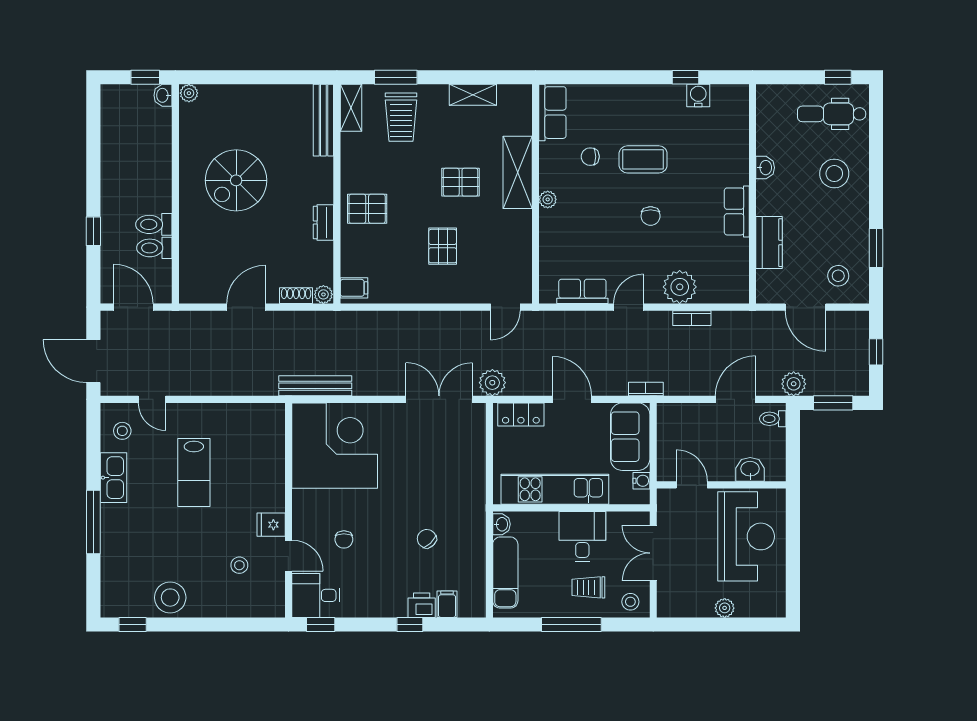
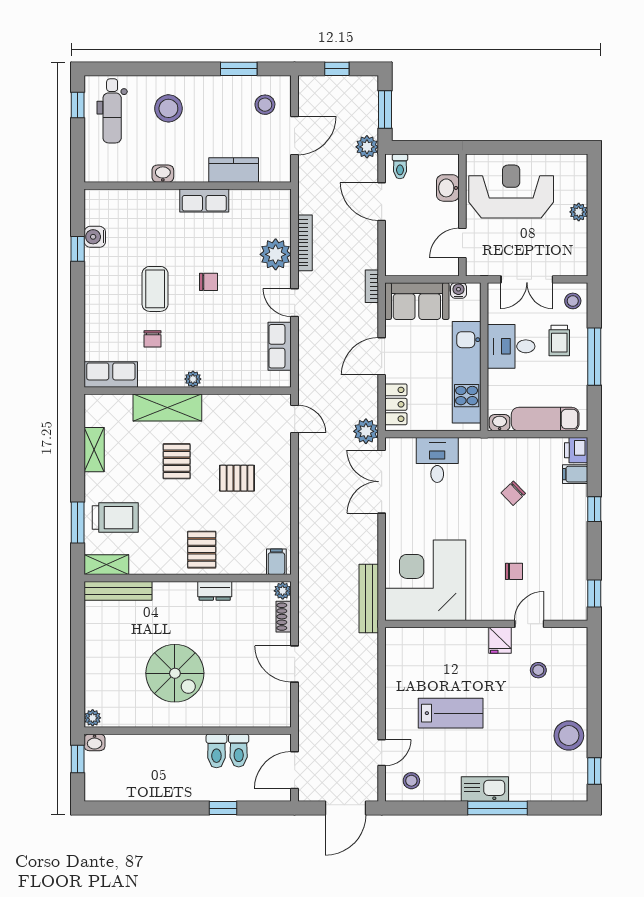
bookcase: (692, 318) -> (305, 243), width x1.56
kitchen sink: (113, 478) -> (485, 789), moved
desk: (316, 595) -> (437, 460), moved, turned 180
printer: (422, 605) -> (576, 450), moved

